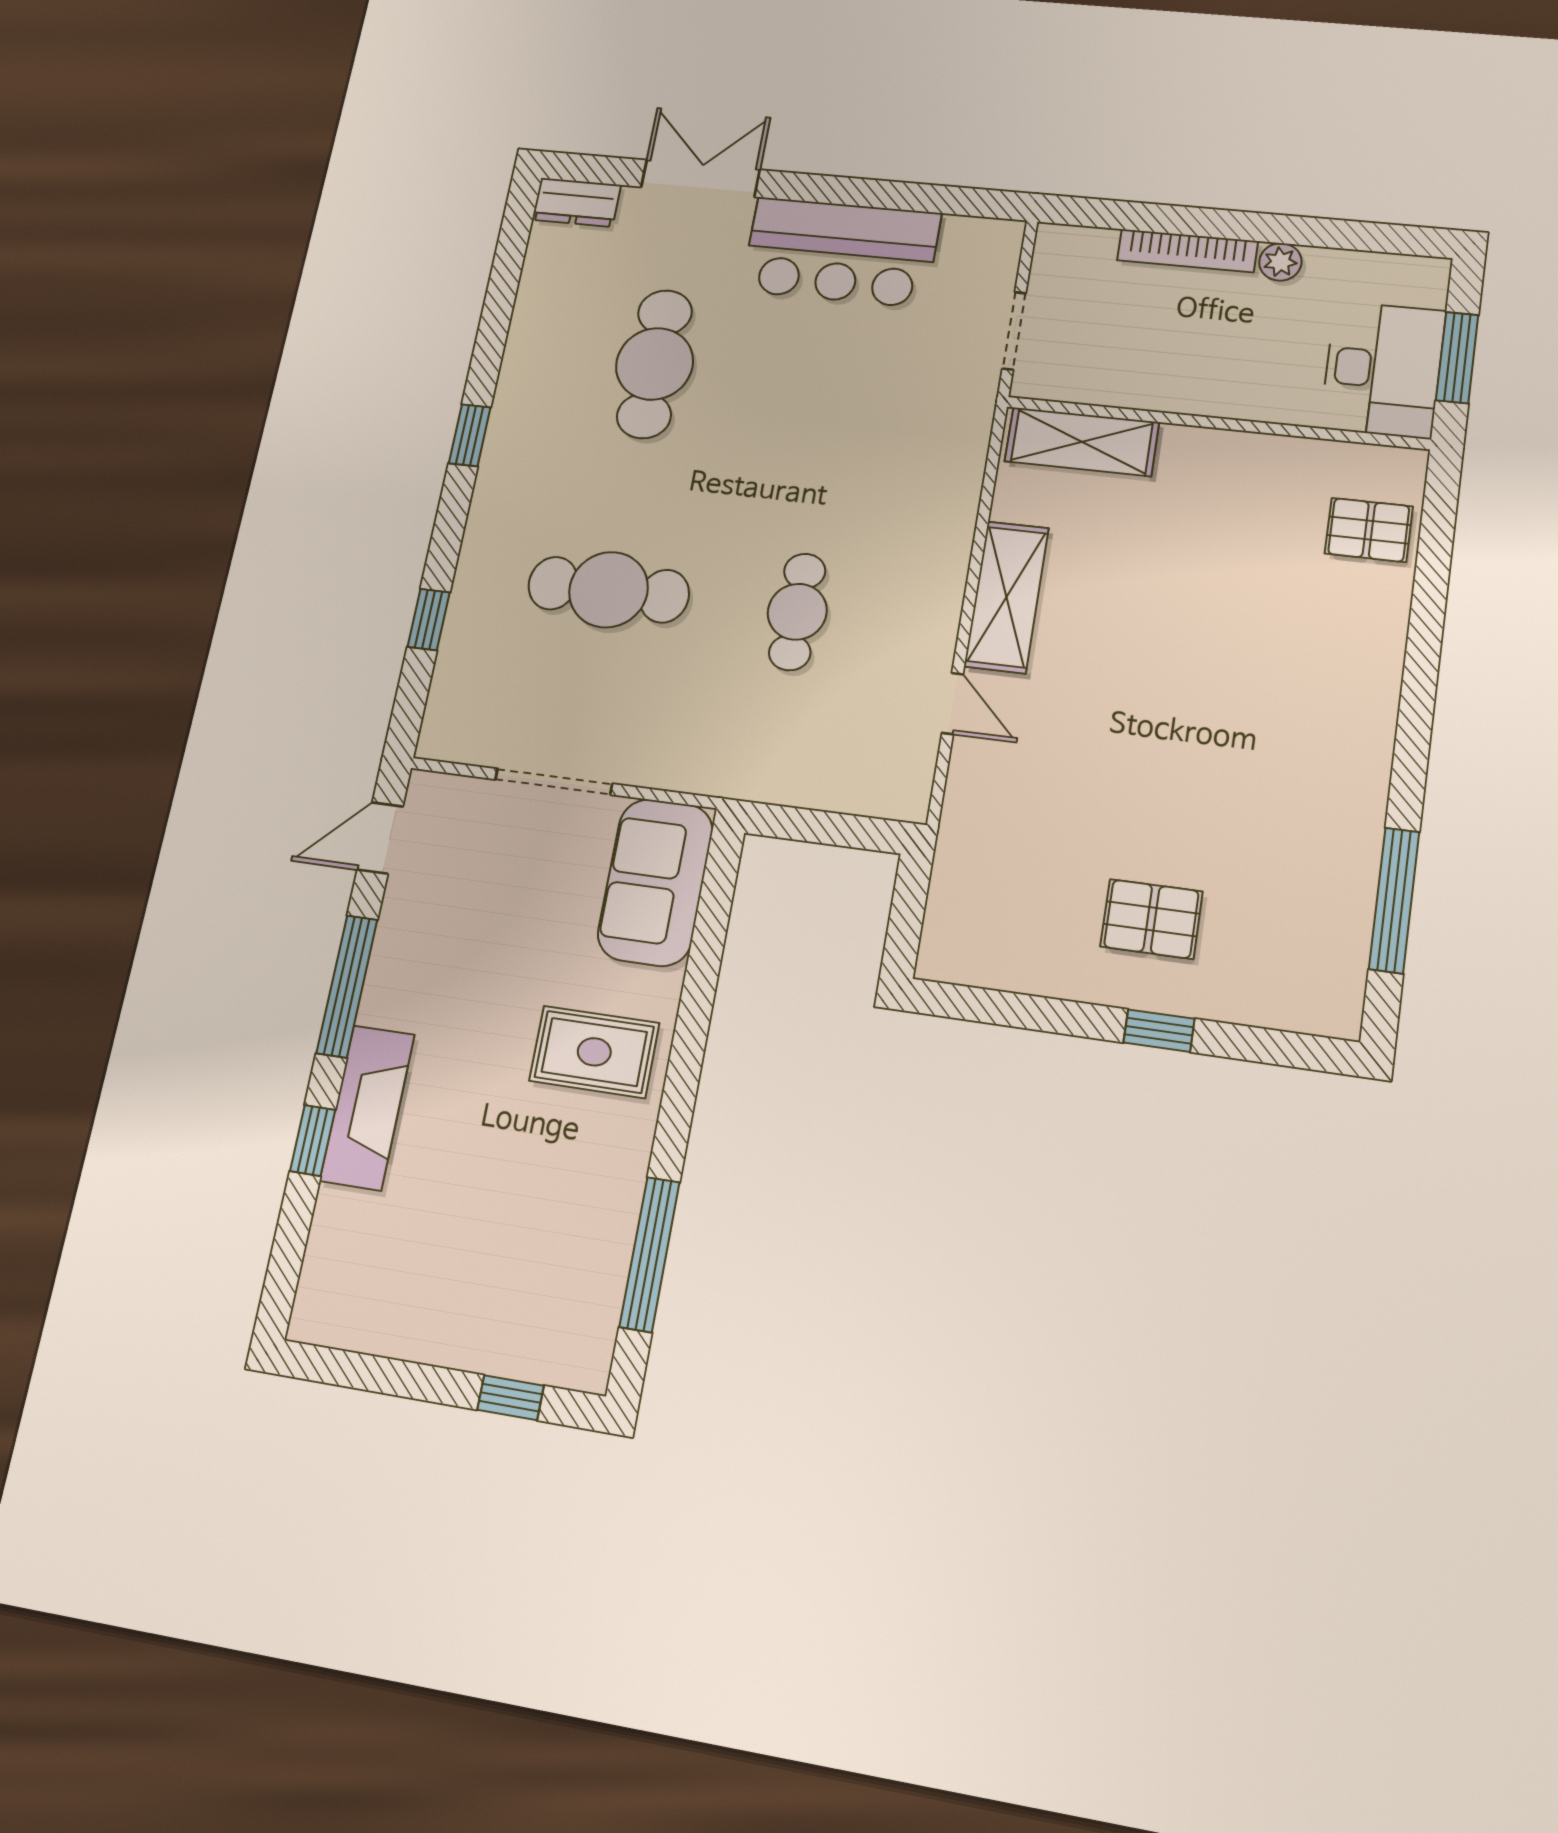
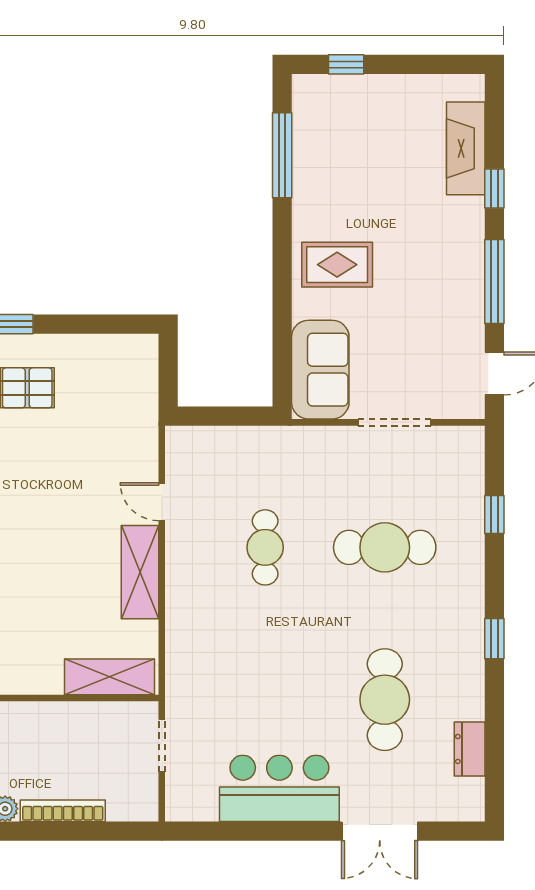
dresser: (577, 202) -> (470, 749), moved, turned -90
fireplace: (367, 1108) -> (466, 148), moved

